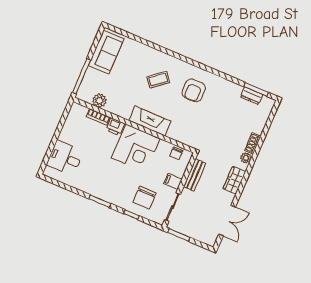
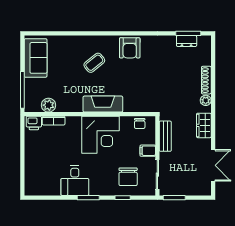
armchair: (194, 90) -> (130, 48), moved
printer: (115, 127) -> (34, 123), moved
shoe rack: (253, 143) -> (206, 80), width x1.43
desk: (65, 158) -> (75, 181), moved, turned -90

